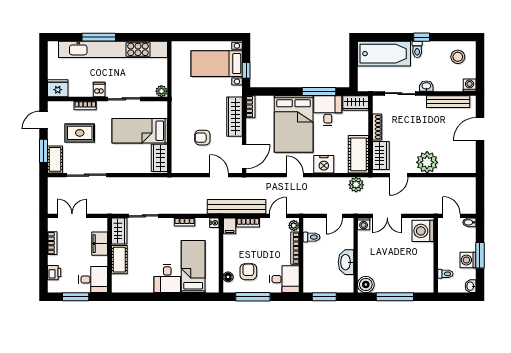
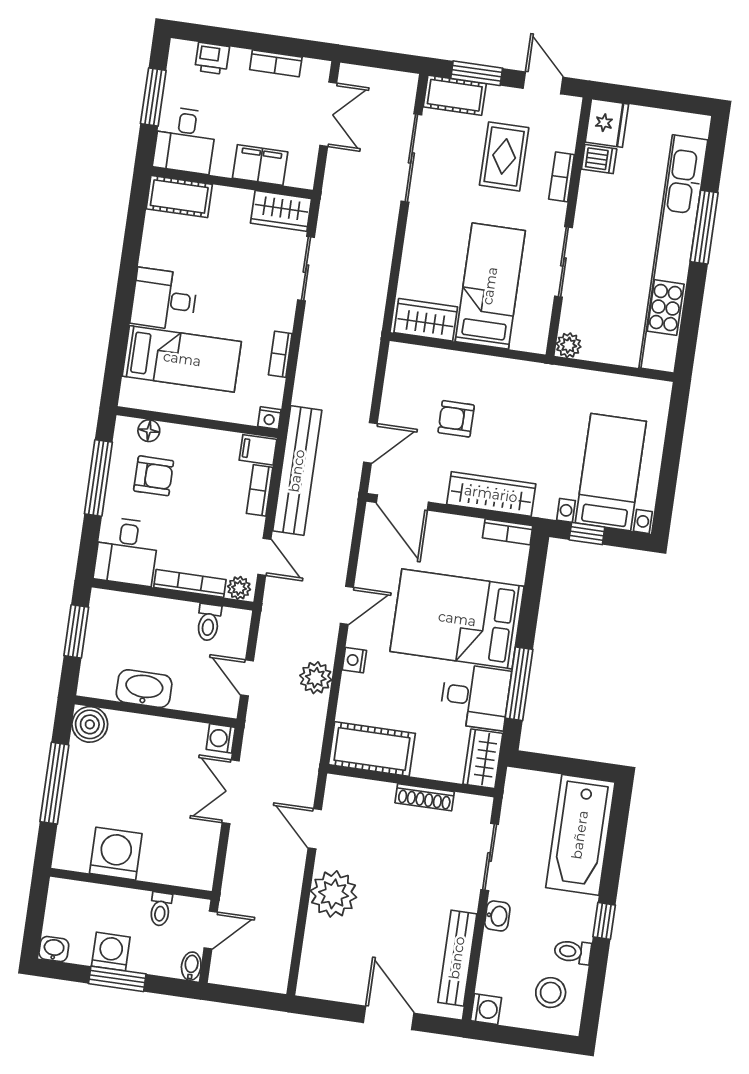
toilet: (417, 49) -> (573, 952), moved
dishwasher: (99, 90) -> (599, 159), moved
armchair: (202, 138) -> (456, 419), turned -90
wardrobe: (381, 156) -> (362, 797), removed
nightstand: (324, 164) -> (354, 660), width x0.53, depth x0.56
plant: (356, 185) -> (316, 678), moved
washing machine: (423, 231) -> (116, 854), moved
cot: (119, 260) -> (179, 197), moved
toilet: (445, 274) -> (160, 909), moved

